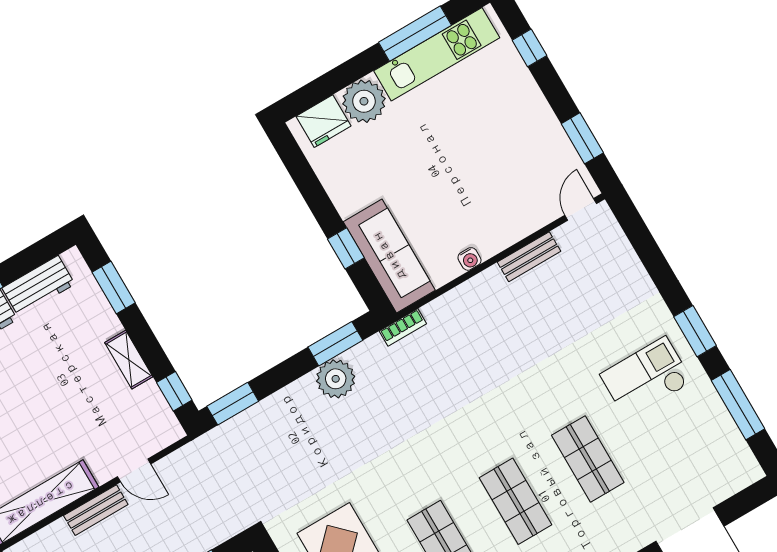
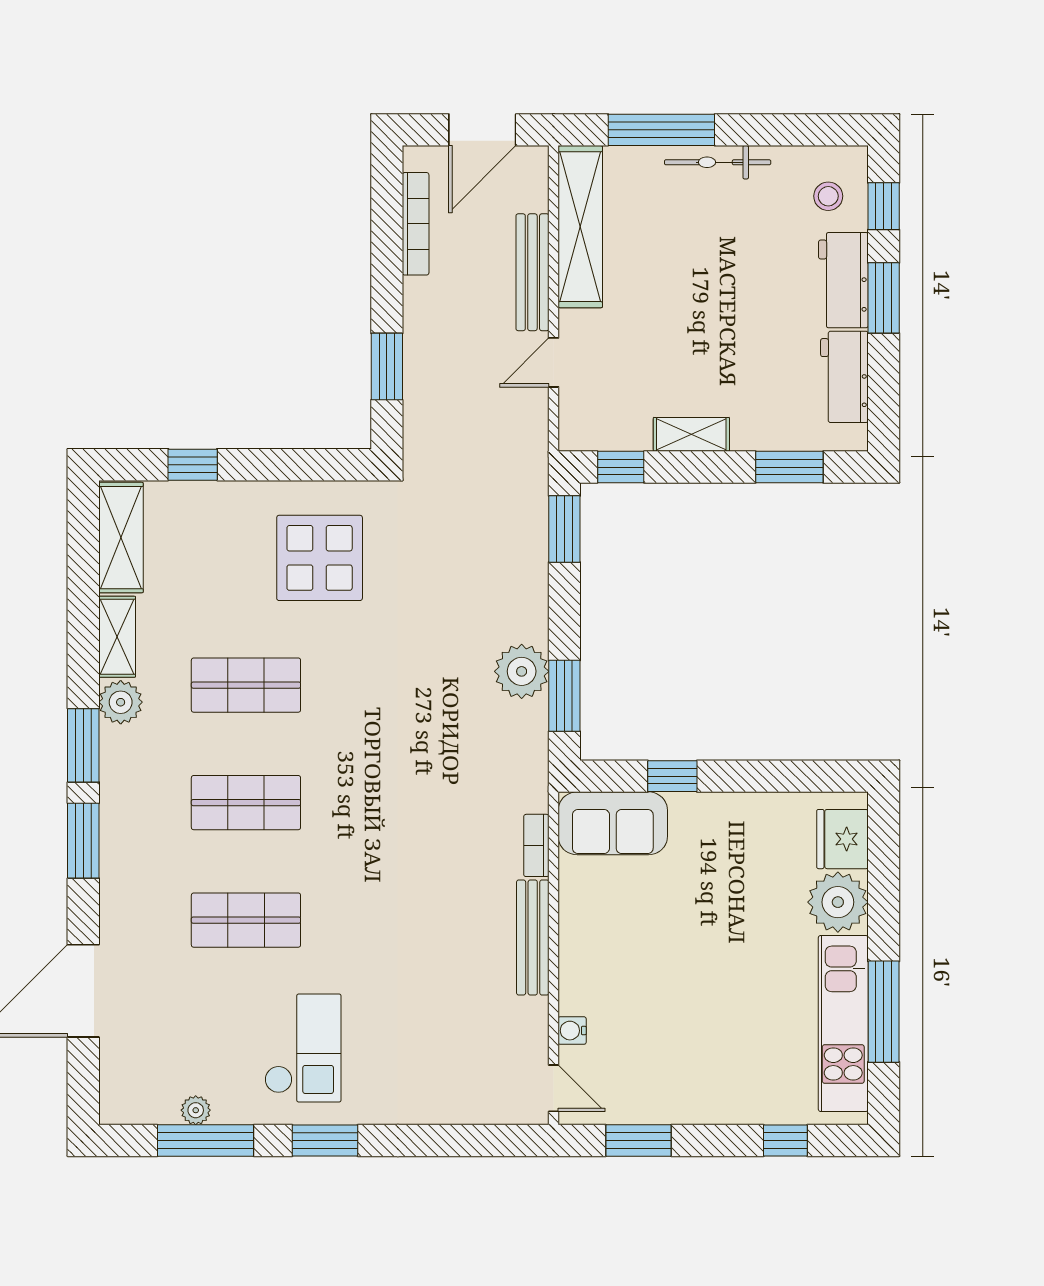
sofa: (389, 256) -> (613, 823), width x0.73
bench: (529, 257) -> (533, 938), moved, width x1.36
water cooler: (470, 259) -> (572, 1031), moved
bookcase: (403, 327) -> (536, 845), moved
plant: (723, 422) -> (196, 1110), added
bench: (96, 510) -> (532, 272), width x1.36

